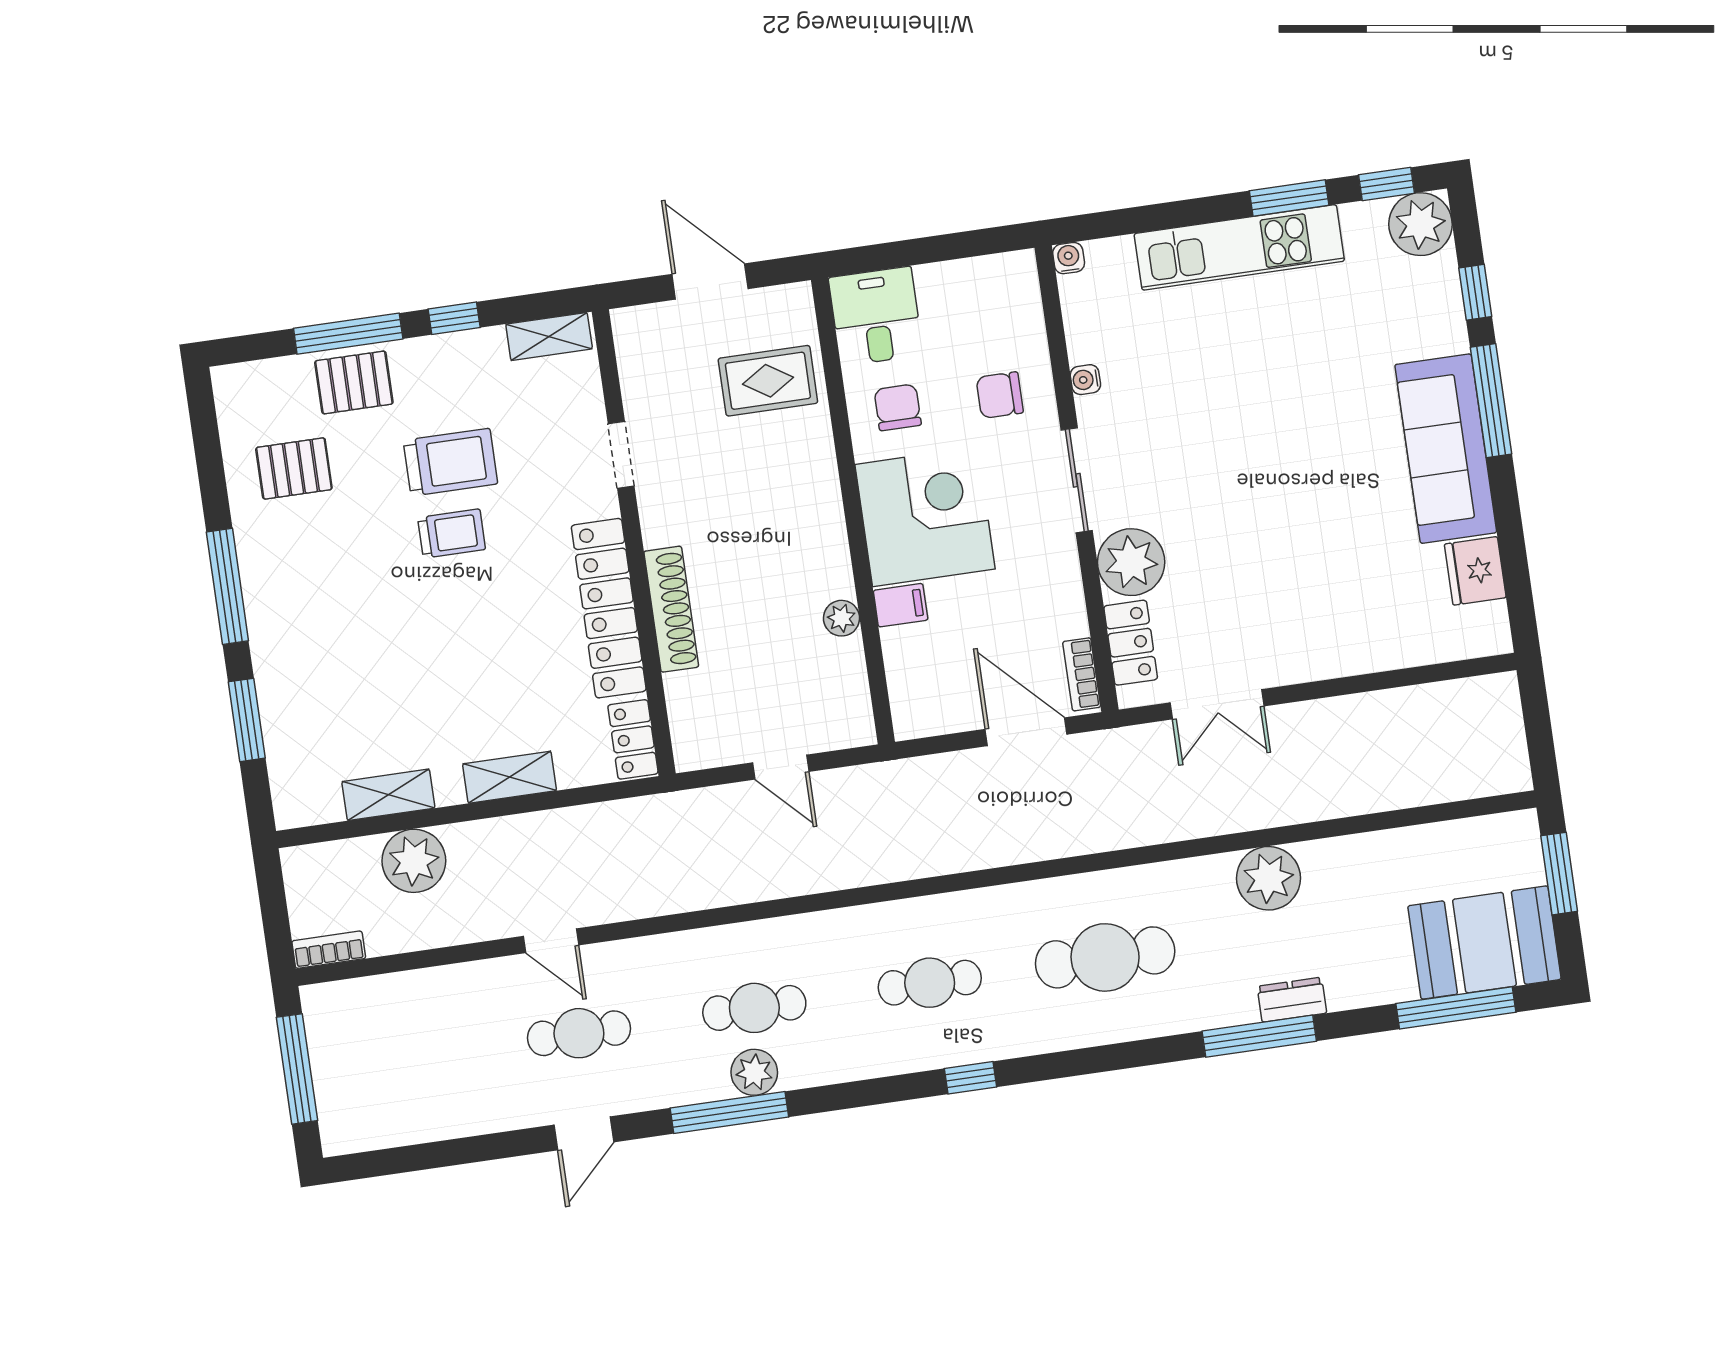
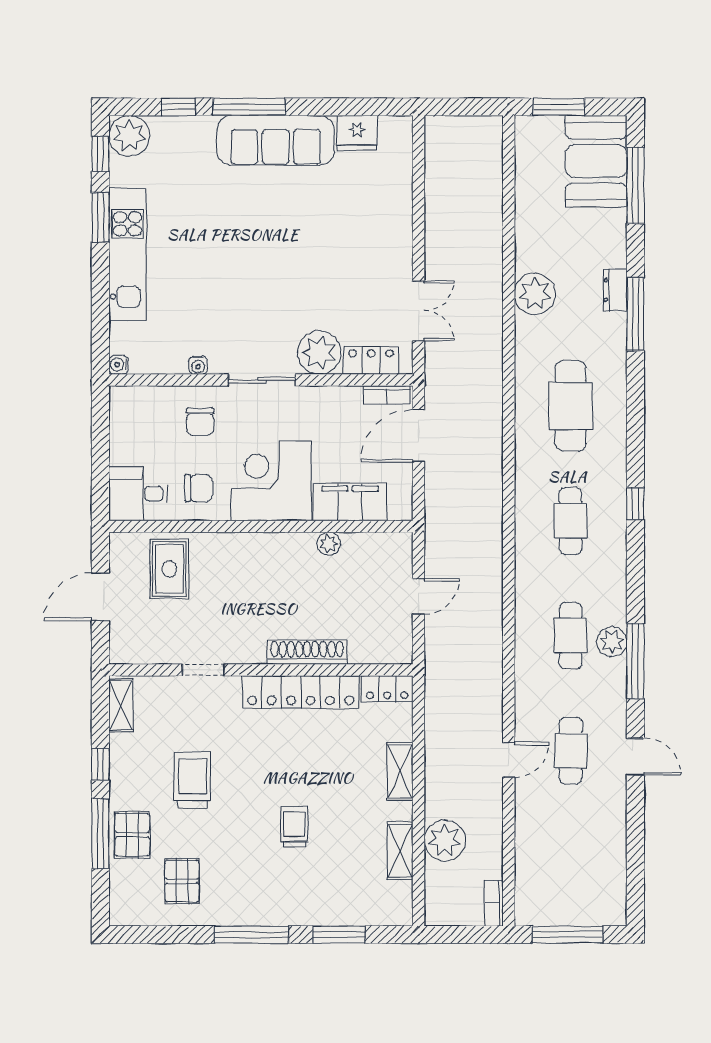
chair: (898, 407) -> (199, 488), turned 180
trolley: (452, 534) -> (294, 827), moved
filing cabinet: (901, 605) -> (350, 502), width x3.00, depth x1.17

